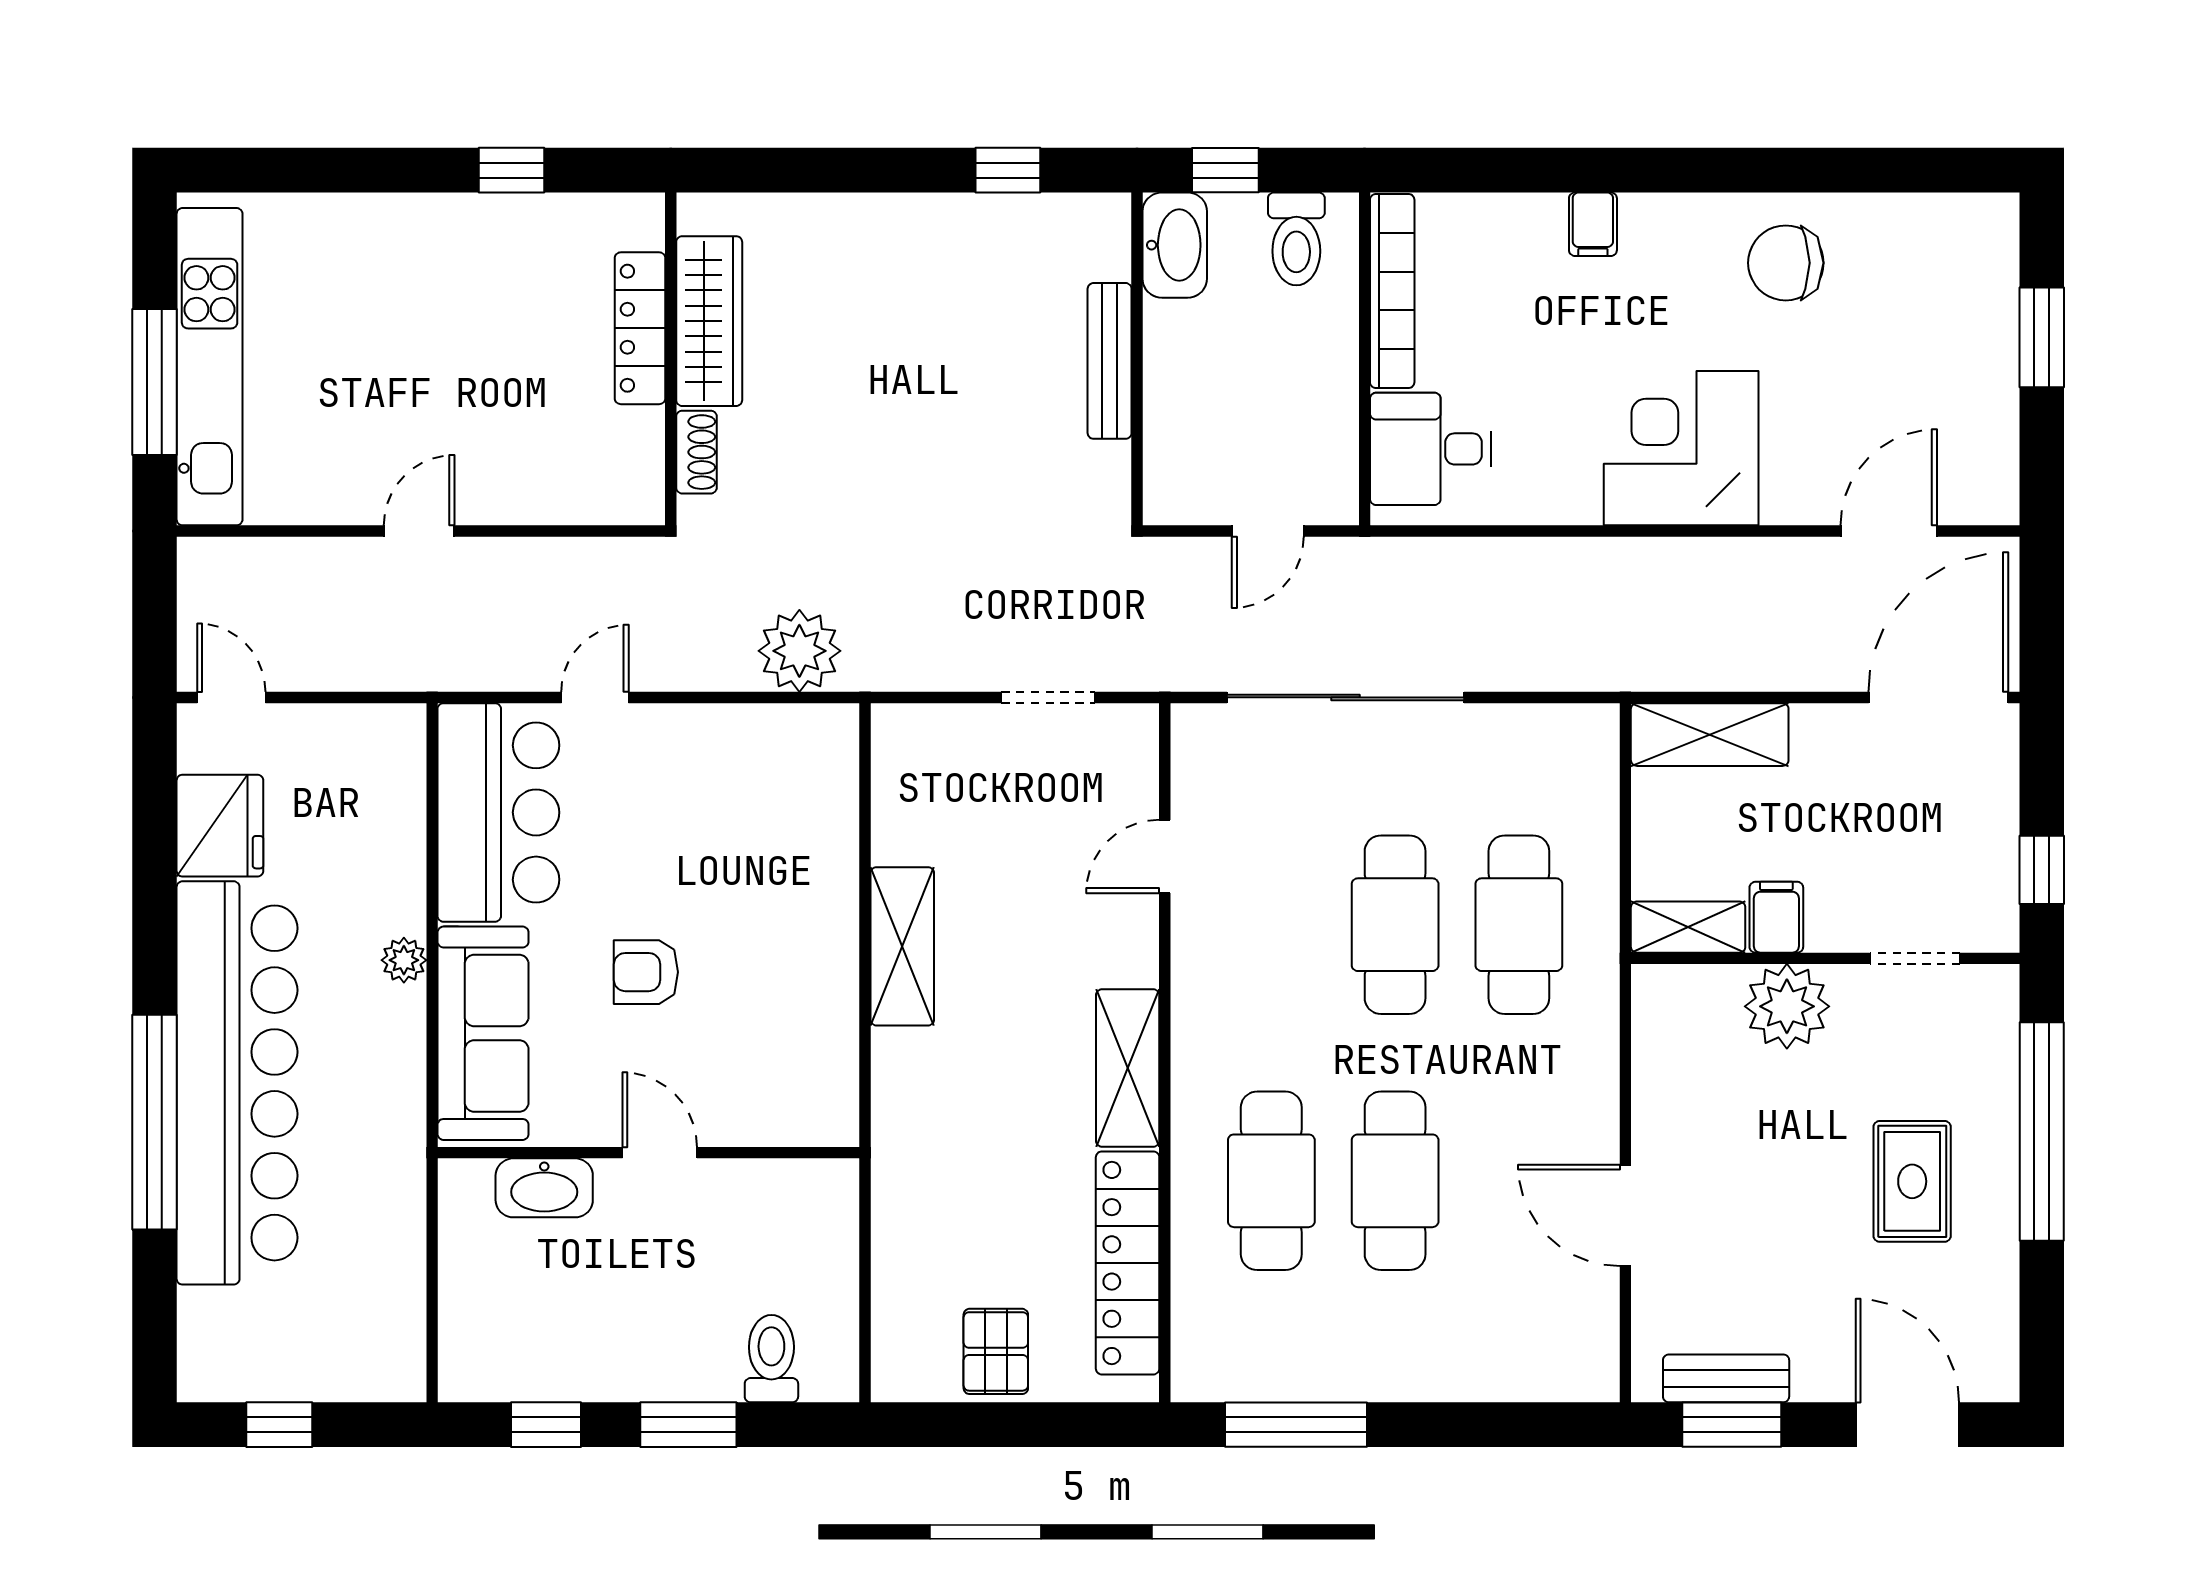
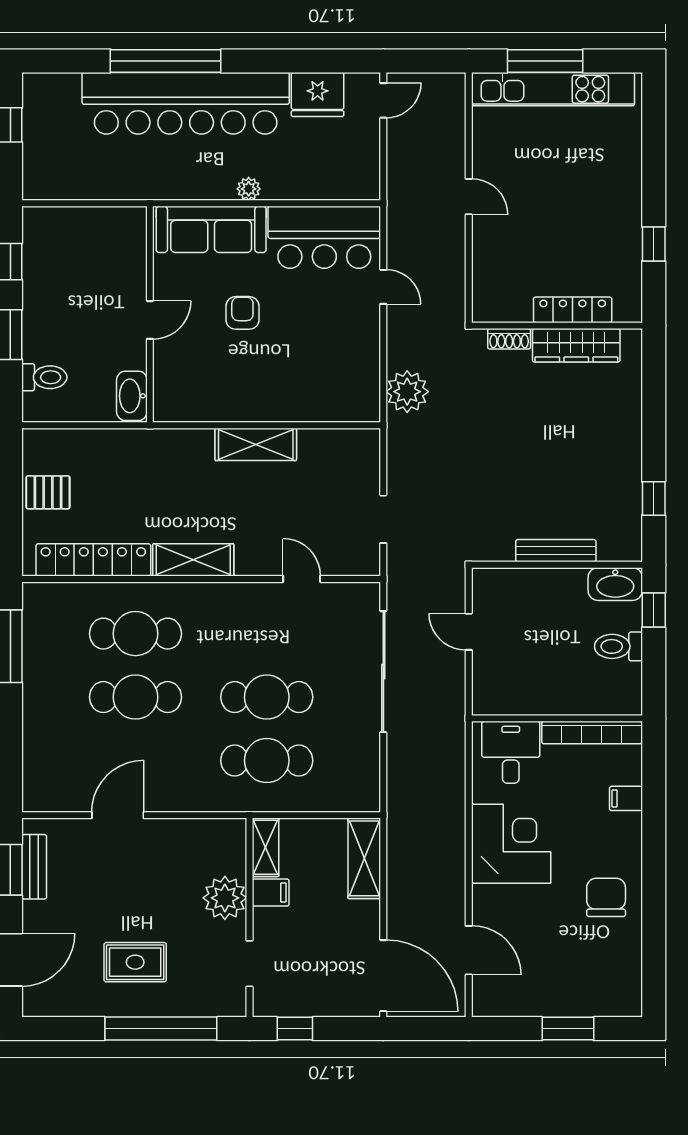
bookcase: (1392, 291) -> (592, 733), moved
wall: (1365, 359) -> (557, 718), moved
desk: (1431, 449) -> (511, 752), moved
washbasin: (544, 1188) -> (132, 396), moved

